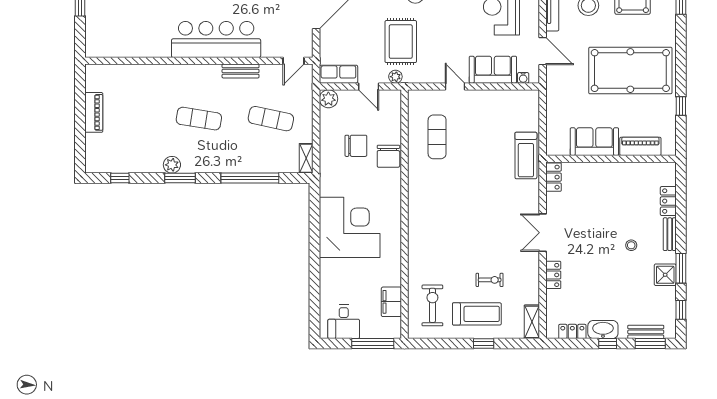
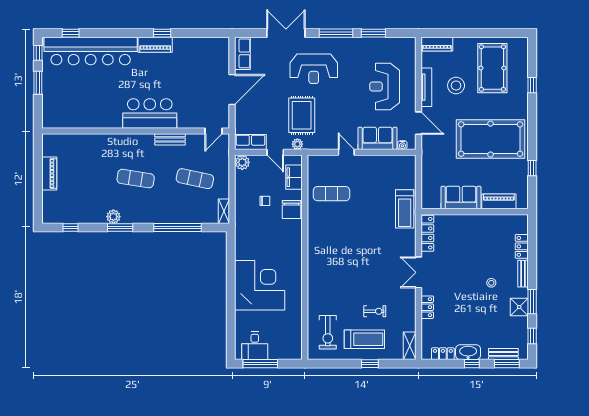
bar counter: (216, 39) -> (150, 113), width x0.73
exercise mat: (437, 137) -> (332, 194), turned 90
chair: (356, 146) -> (265, 201), width x0.54, depth x0.54
locker: (554, 177) -> (427, 233), width x1.53
corner desk: (350, 227) -> (260, 285), moved
filing cabinet: (391, 302) -> (294, 177), moved
exercise bike: (432, 305) -> (328, 332), turned 180
window: (373, 344) -> (260, 364), moved

